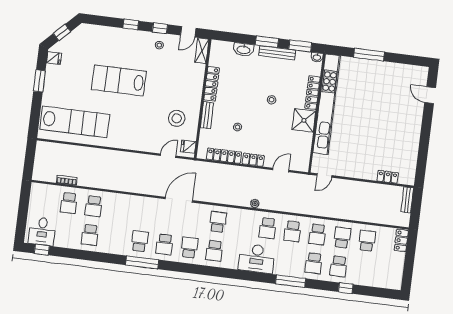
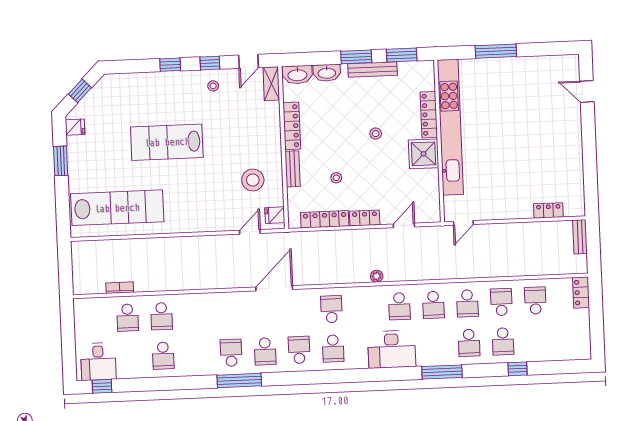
washbasin: (317, 57) -> (297, 75), moved, width x1.91, depth x1.45

